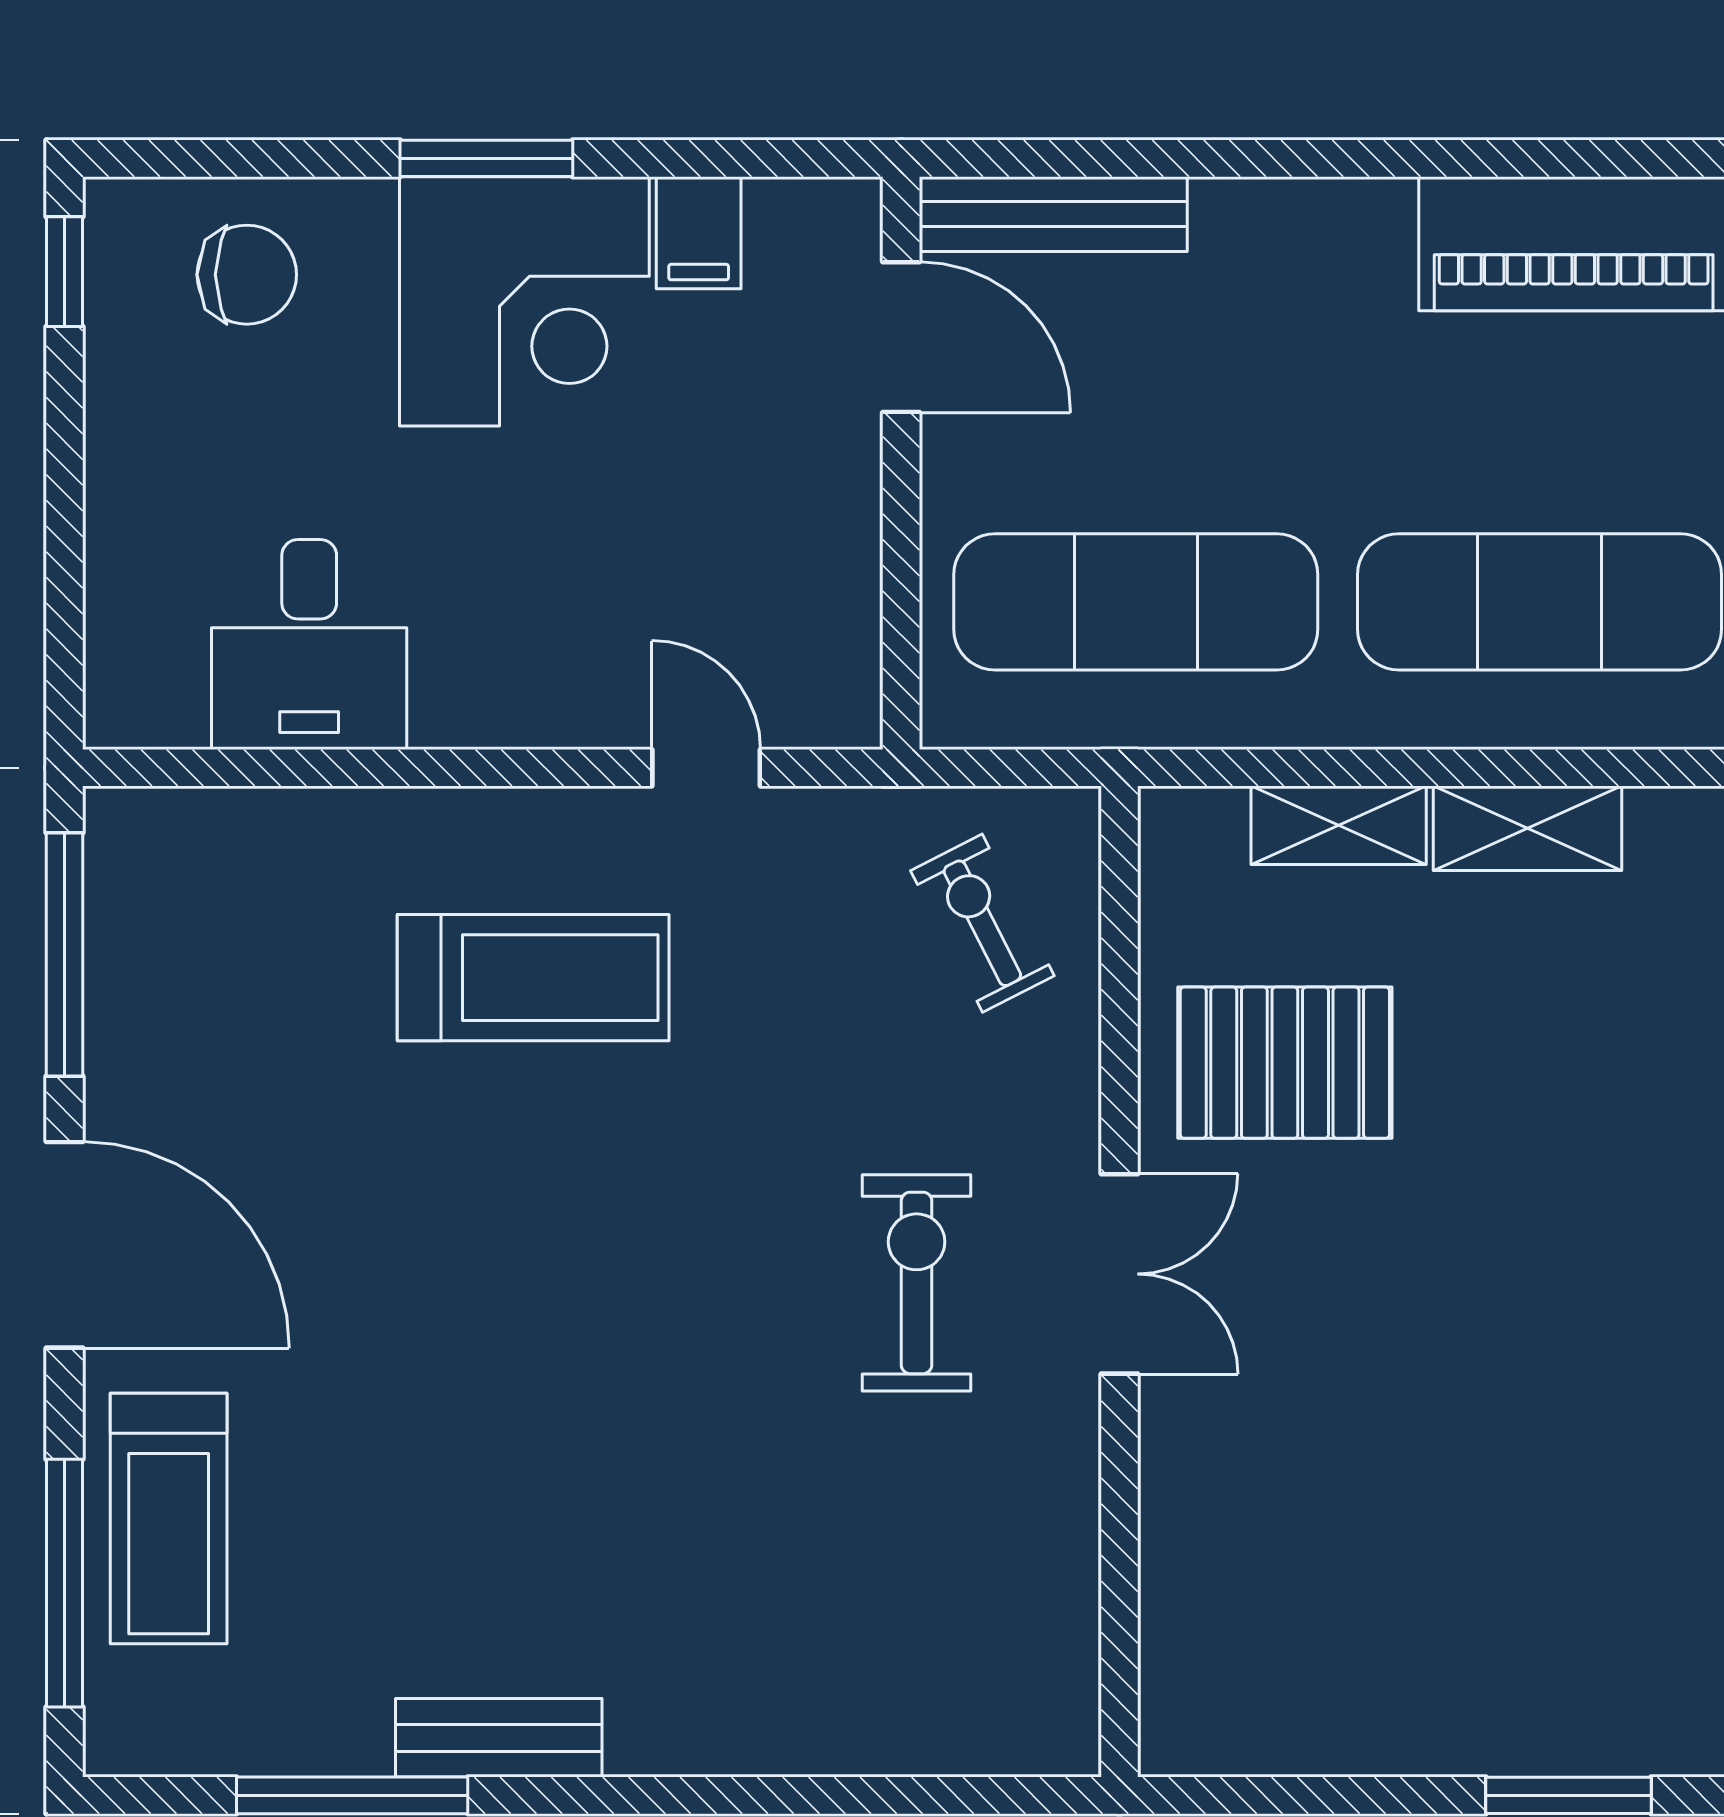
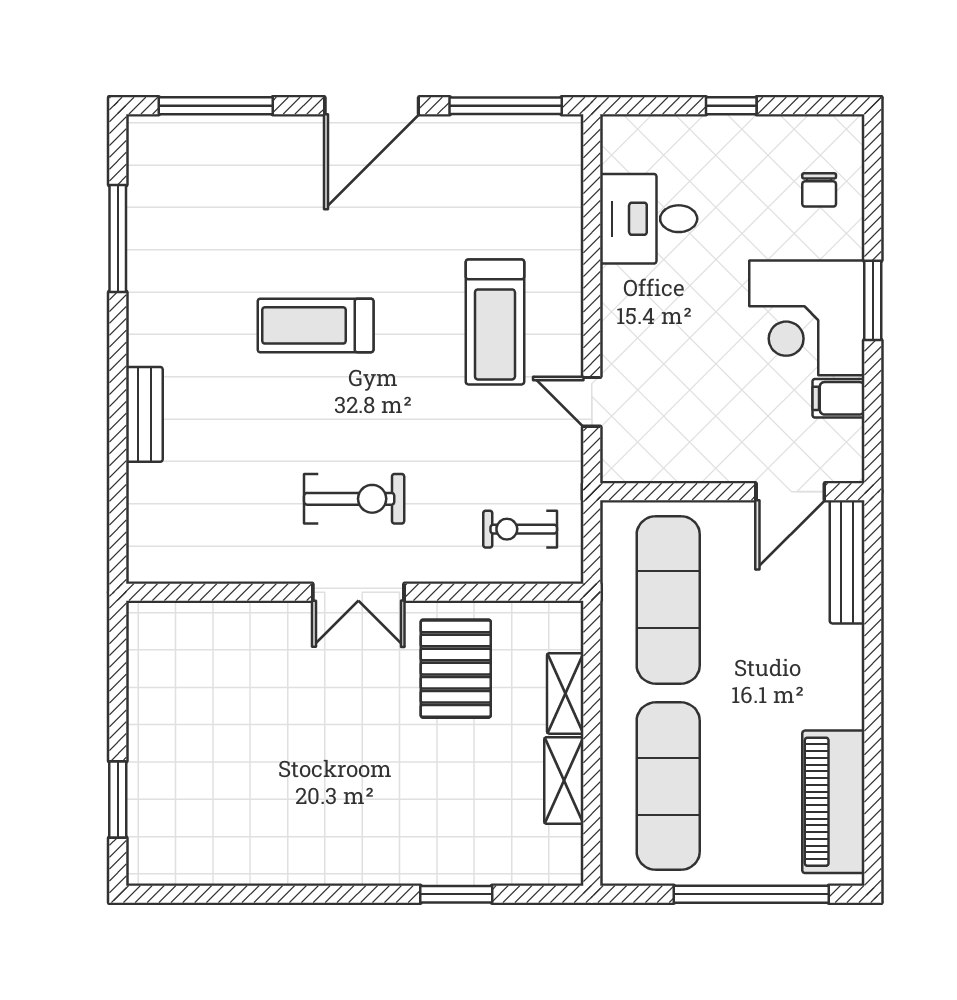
window: (64, 272) -> (731, 106), moved
chair: (247, 275) -> (819, 190), width x0.73, depth x0.73
door: (706, 768) -> (592, 402), swing flipped
exercise bike: (982, 923) -> (520, 529), turned -153
treadmill: (169, 1519) -> (316, 325), moved
bench: (499, 1738) -> (144, 414), moved

